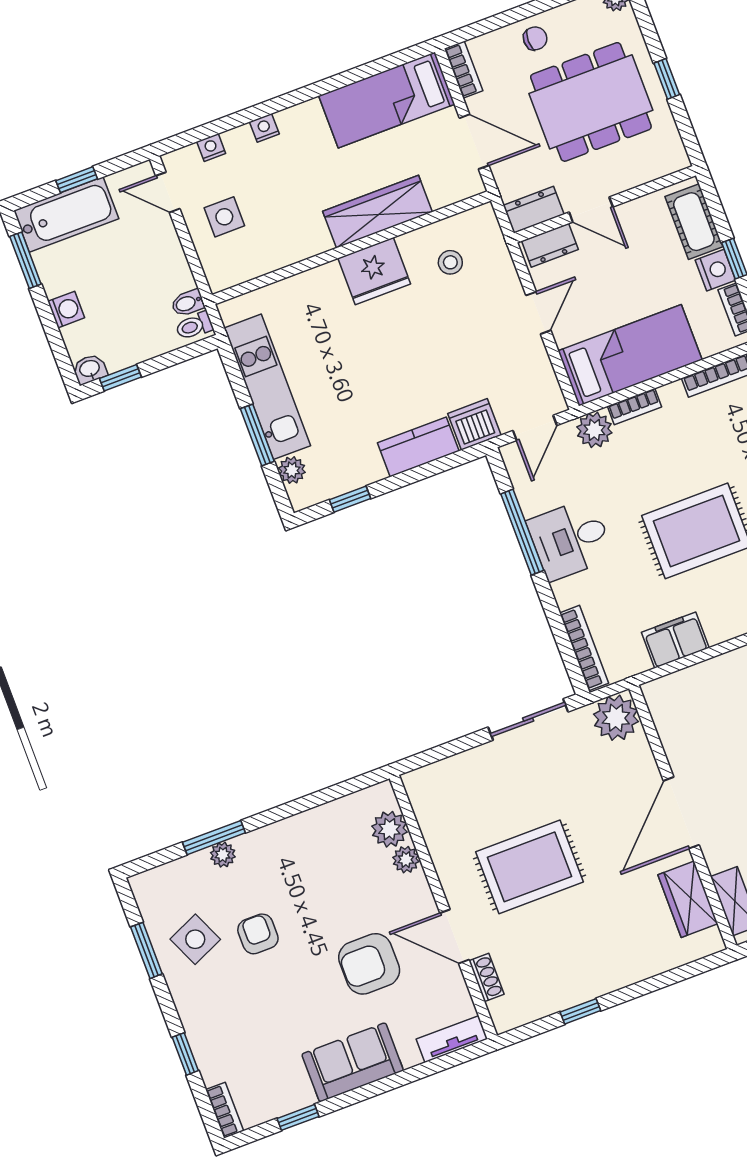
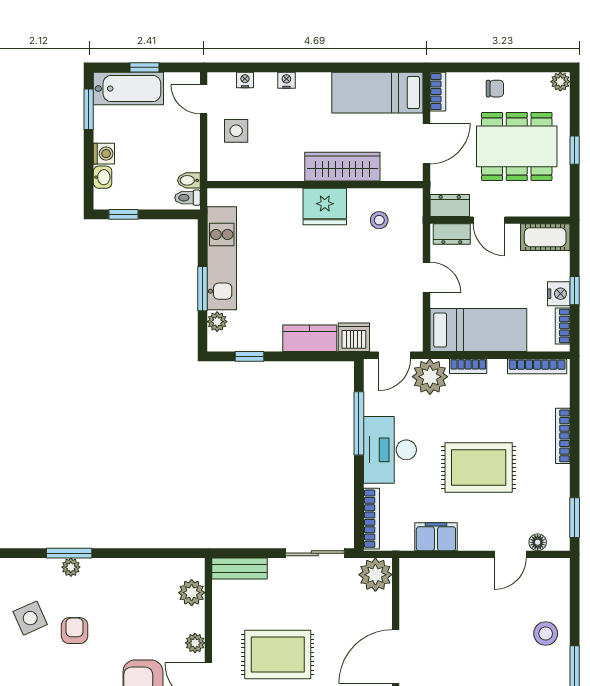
door: (474, 142) -> (426, 144), hinge flipped
cot: (694, 222) -> (545, 237), moved, turned 90
door: (538, 313) -> (426, 277), hinge flipped
washbasin: (90, 369) -> (103, 177), moved, turned 90
plant: (594, 430) -> (430, 377), width x1.36, depth x1.36
desk: (570, 539) -> (390, 450), width x1.37
bench: (439, 775) -> (240, 568), added
plant: (406, 860) -> (195, 643), moved

